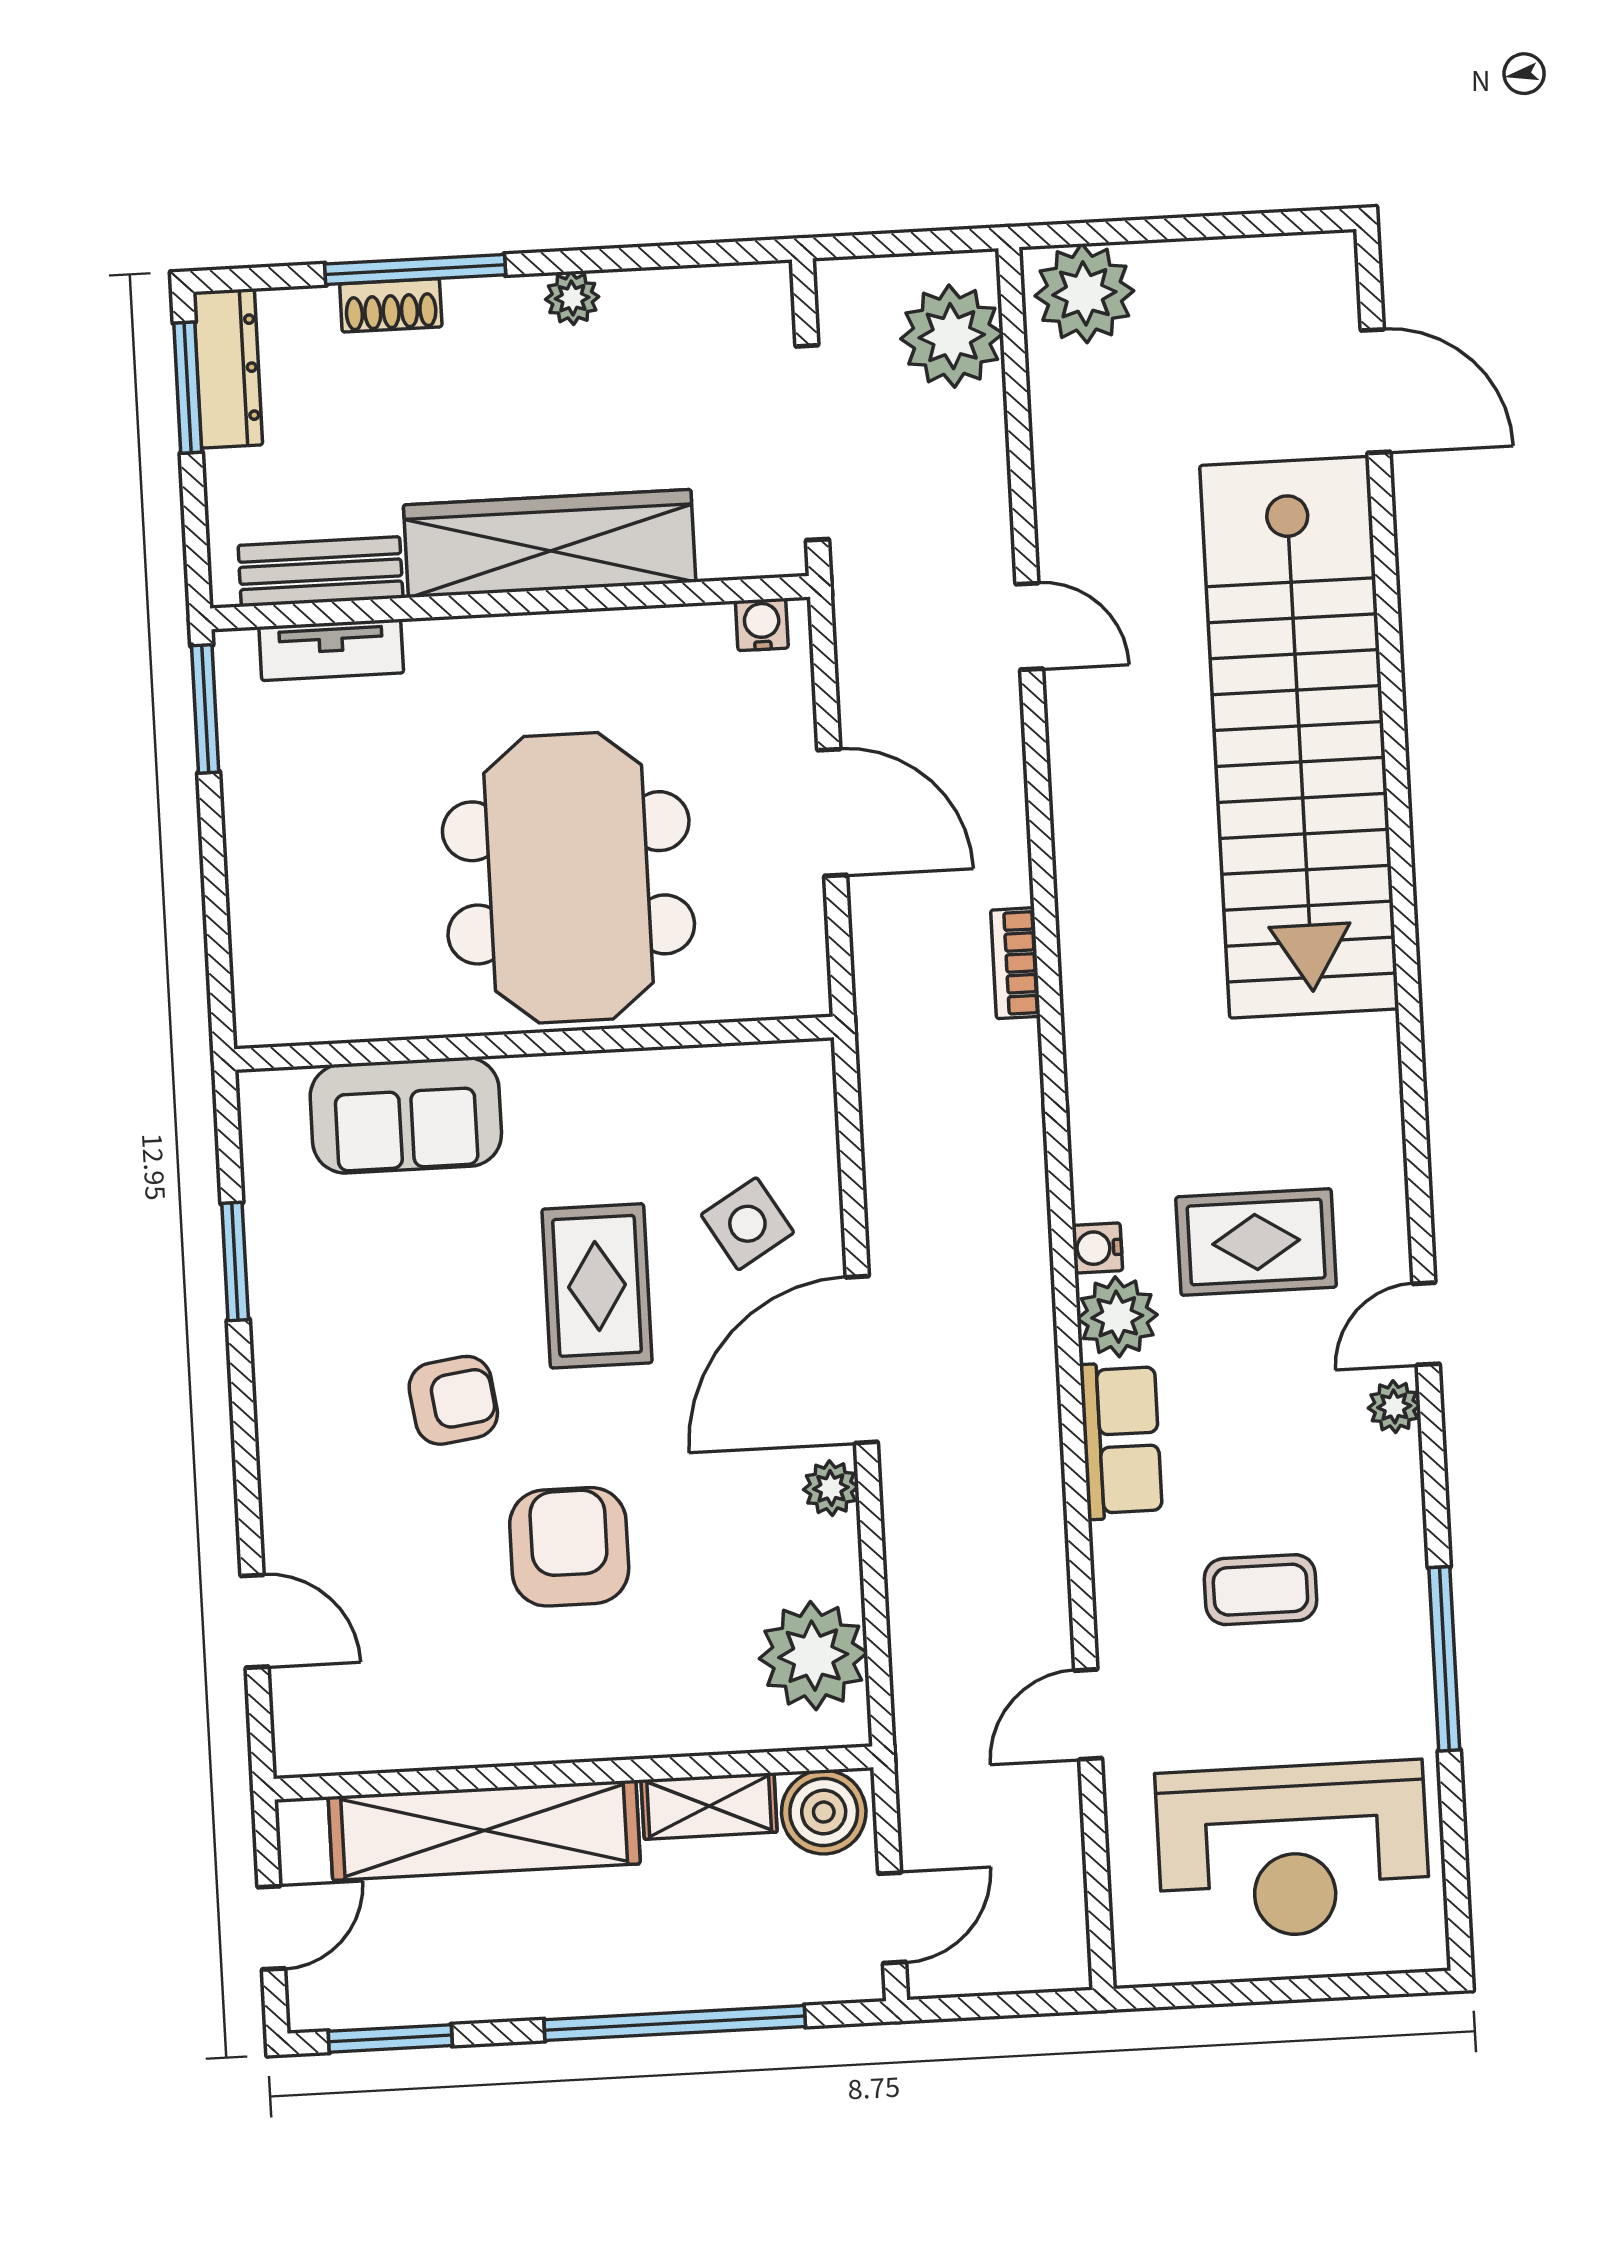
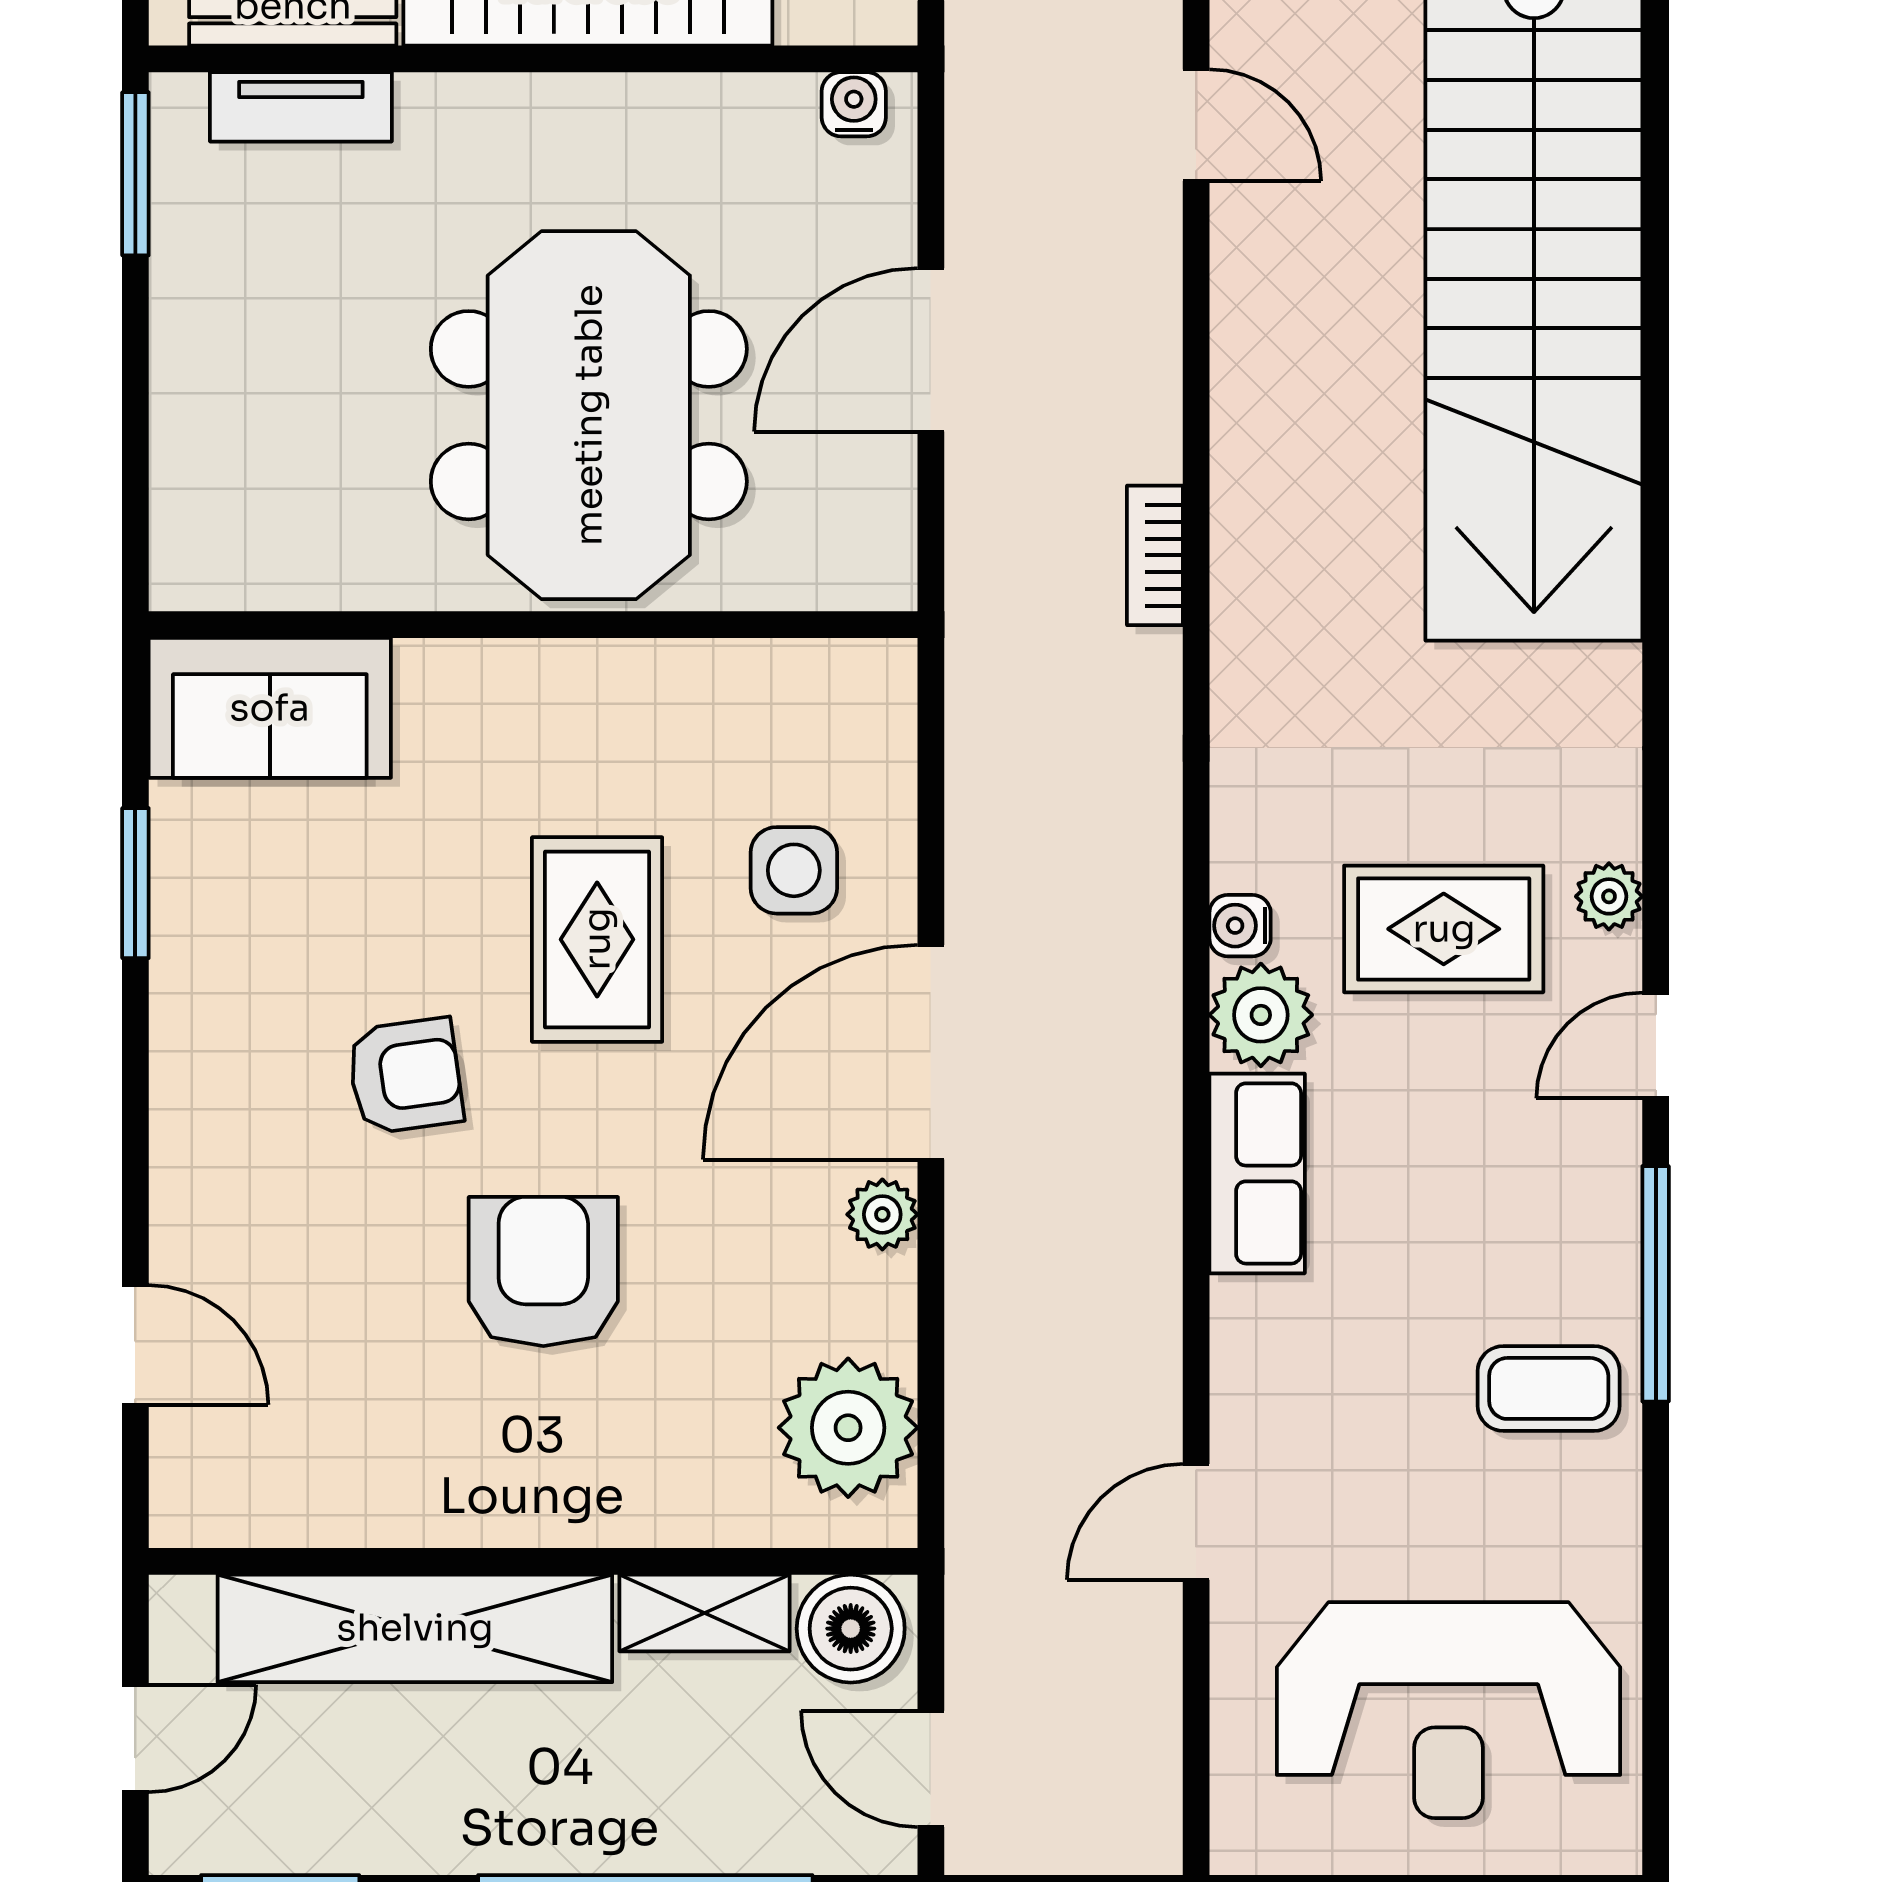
door: (832, 813) -> (931, 350), swing flipped
sofa: (406, 1115) -> (270, 708), moved
side table: (747, 1224) -> (794, 870), turned 31
plant: (1394, 1407) -> (1609, 896), moved
coffee table: (1260, 1590) -> (1549, 1388), moved
window: (1444, 1659) -> (1656, 1284), moved
door: (892, 1918) -> (931, 1769), swing flipped

